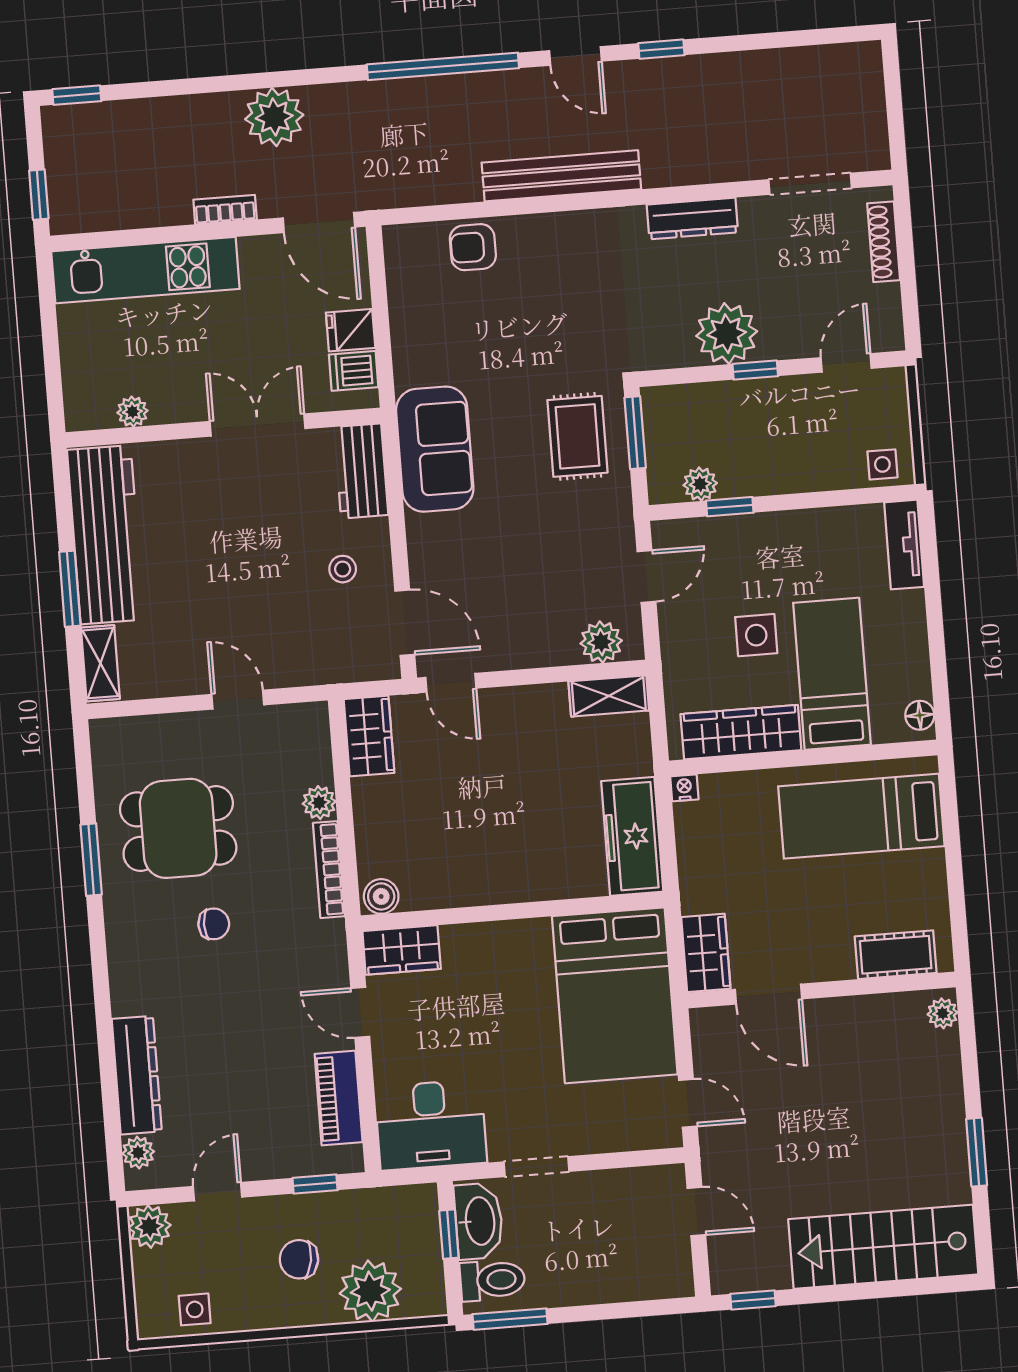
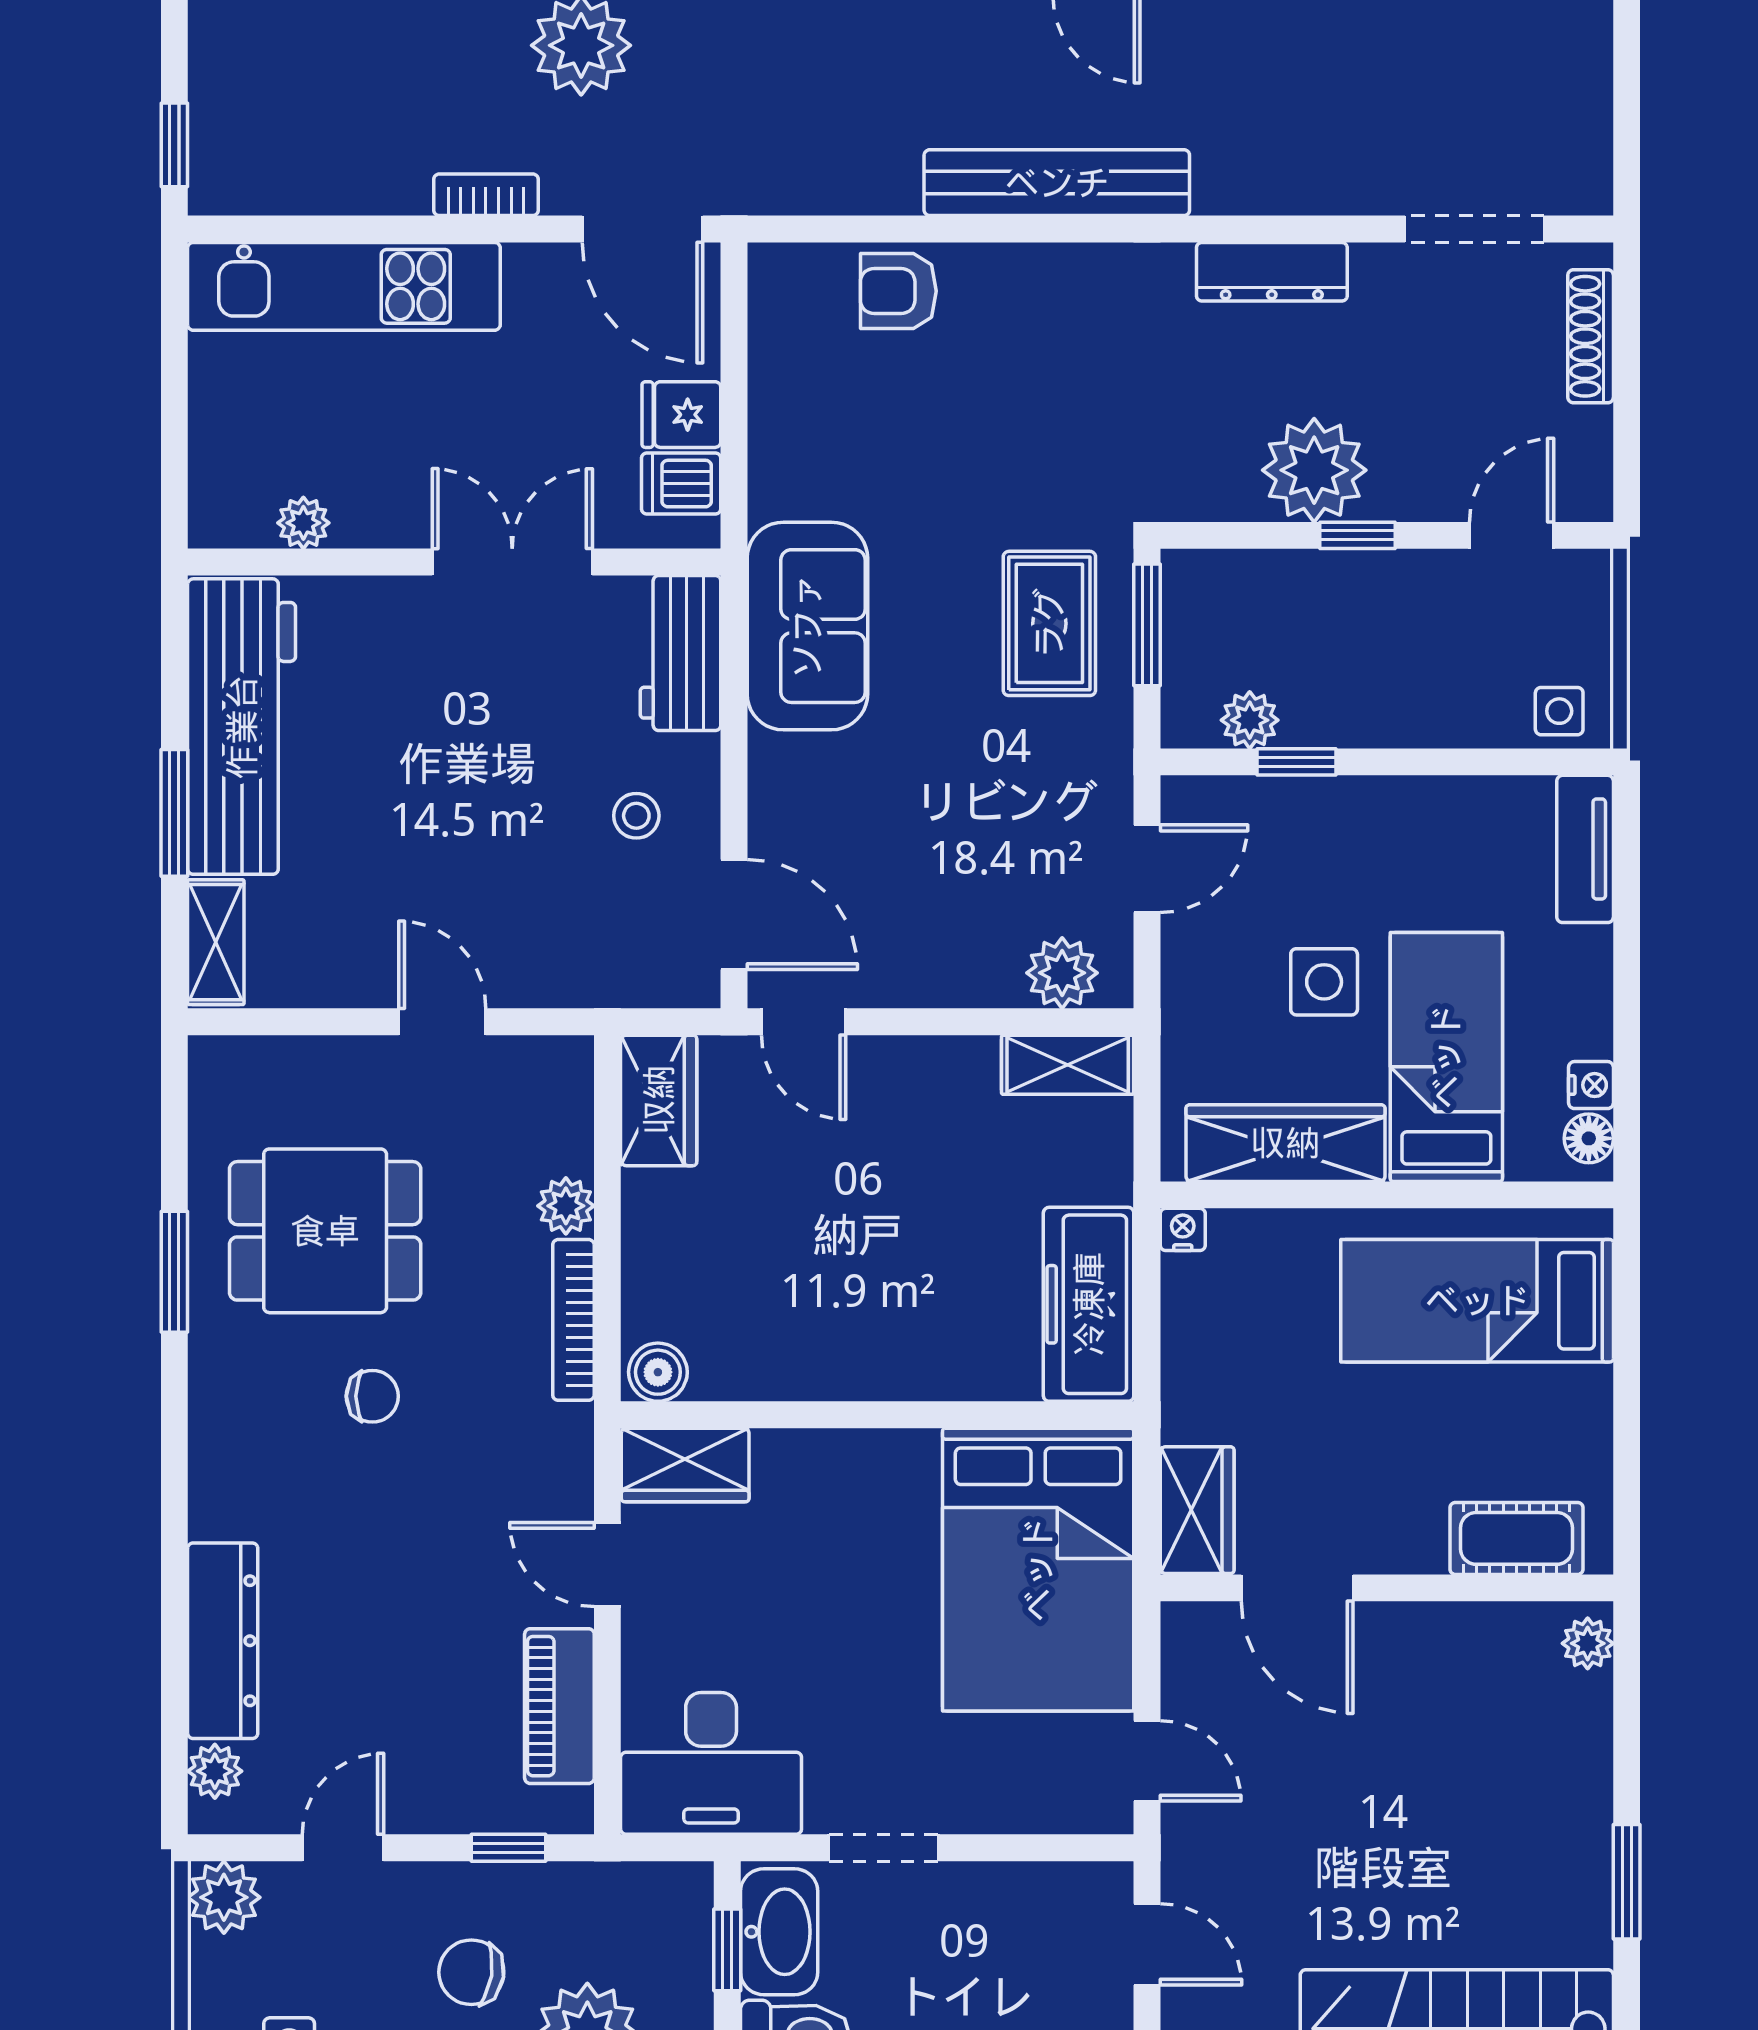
nightstand: (919, 684) -> (1591, 1085), added

